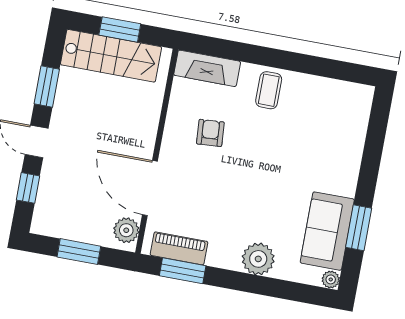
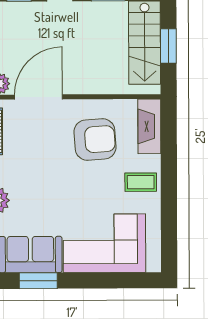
armchair: (210, 133) -> (95, 139), width x1.88, depth x1.88
corner sofa: (330, 144) -> (104, 243), added

